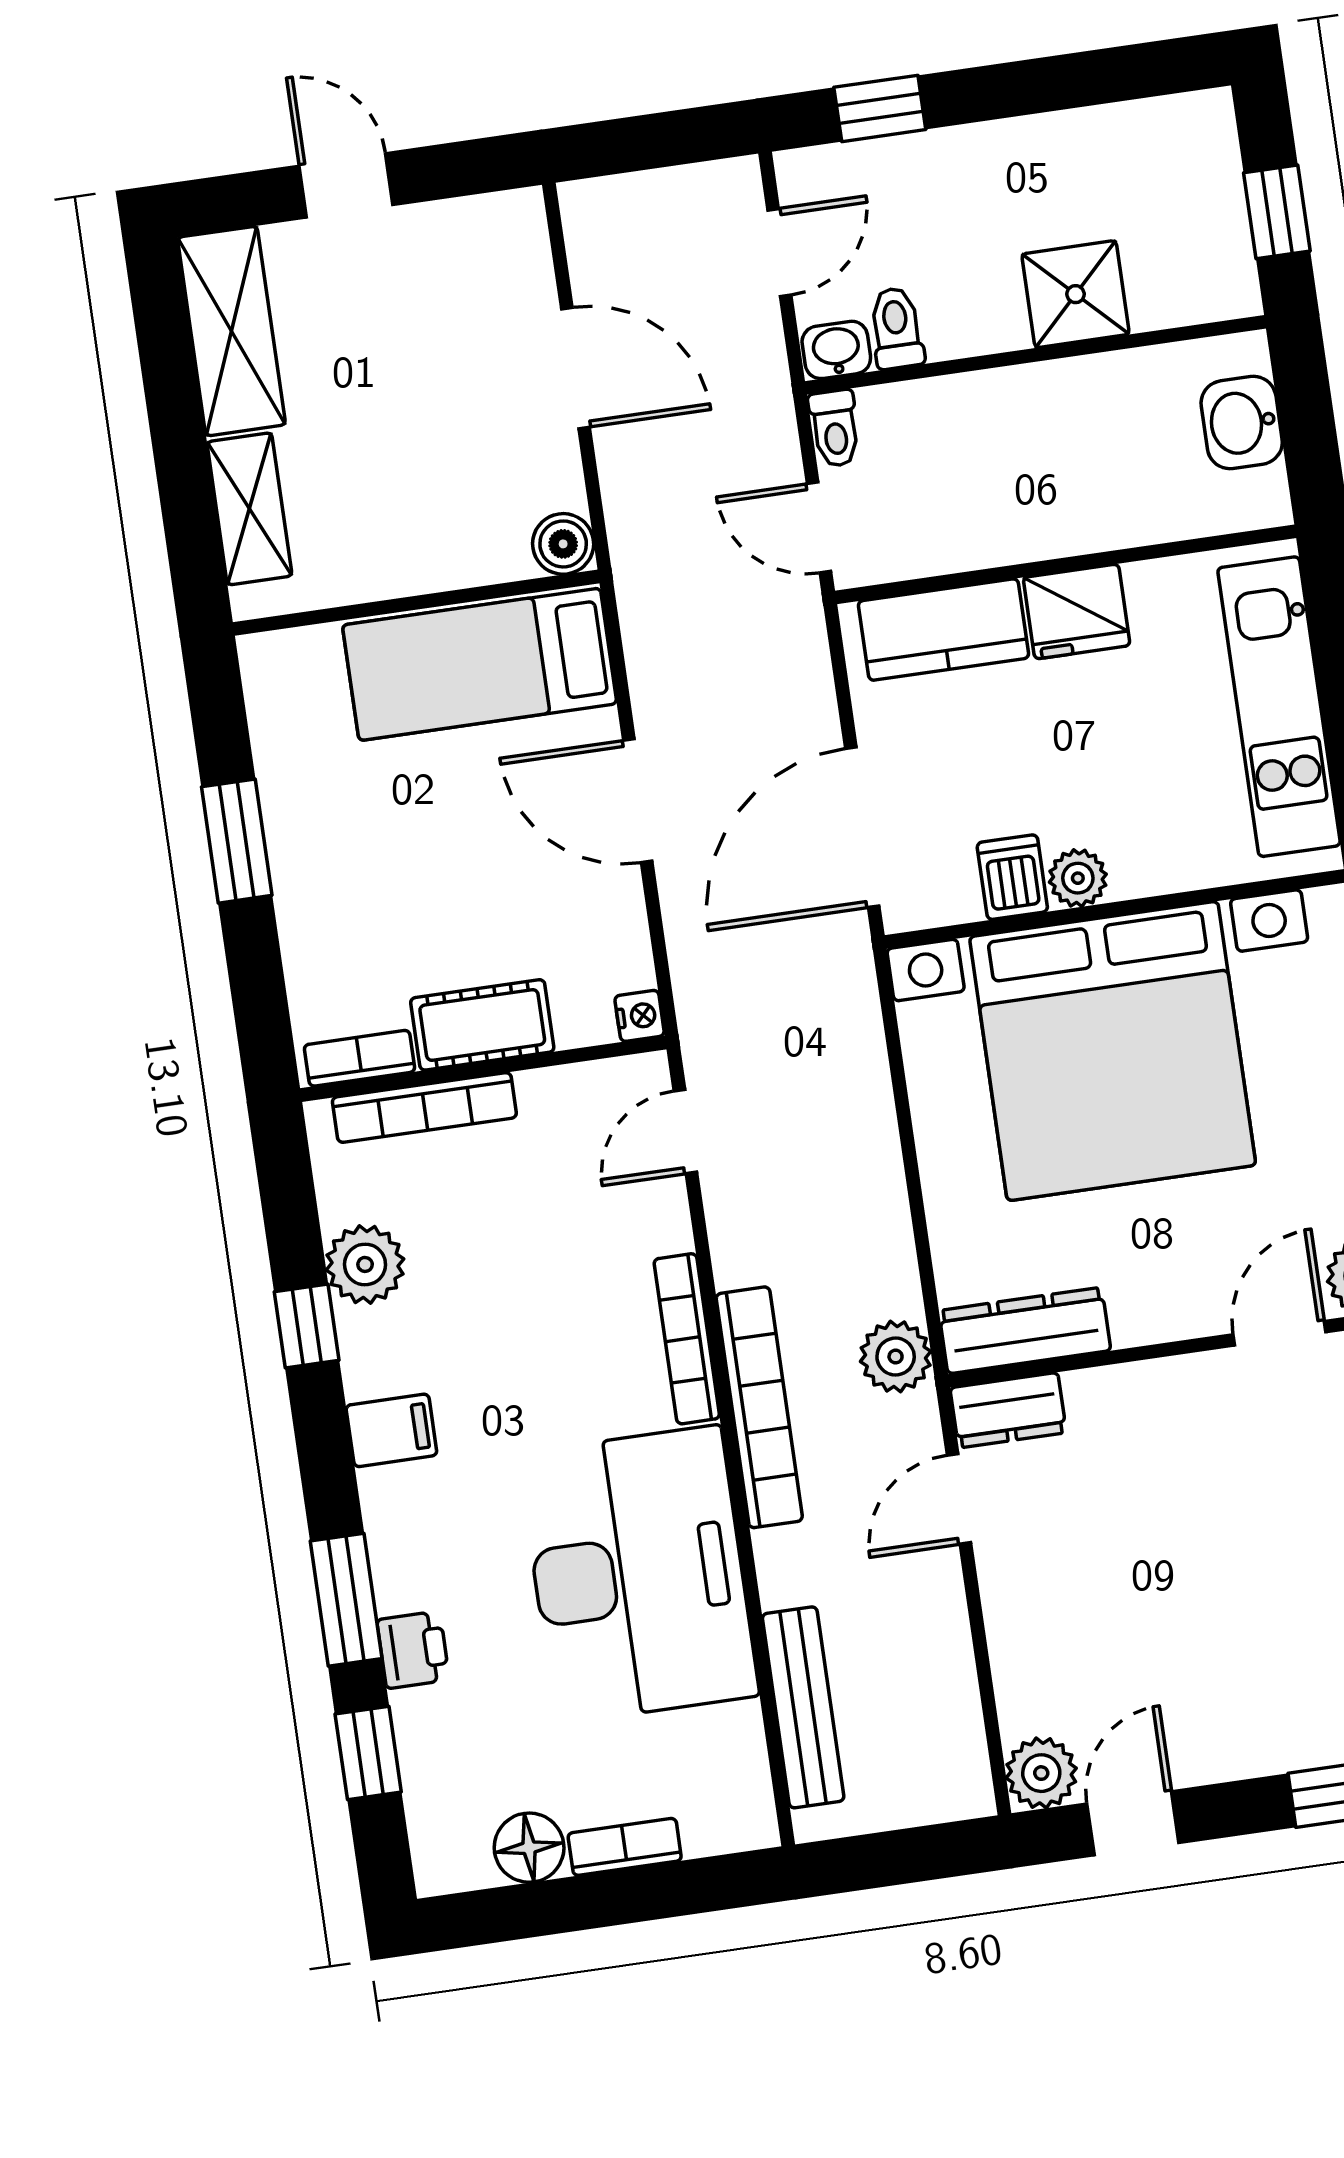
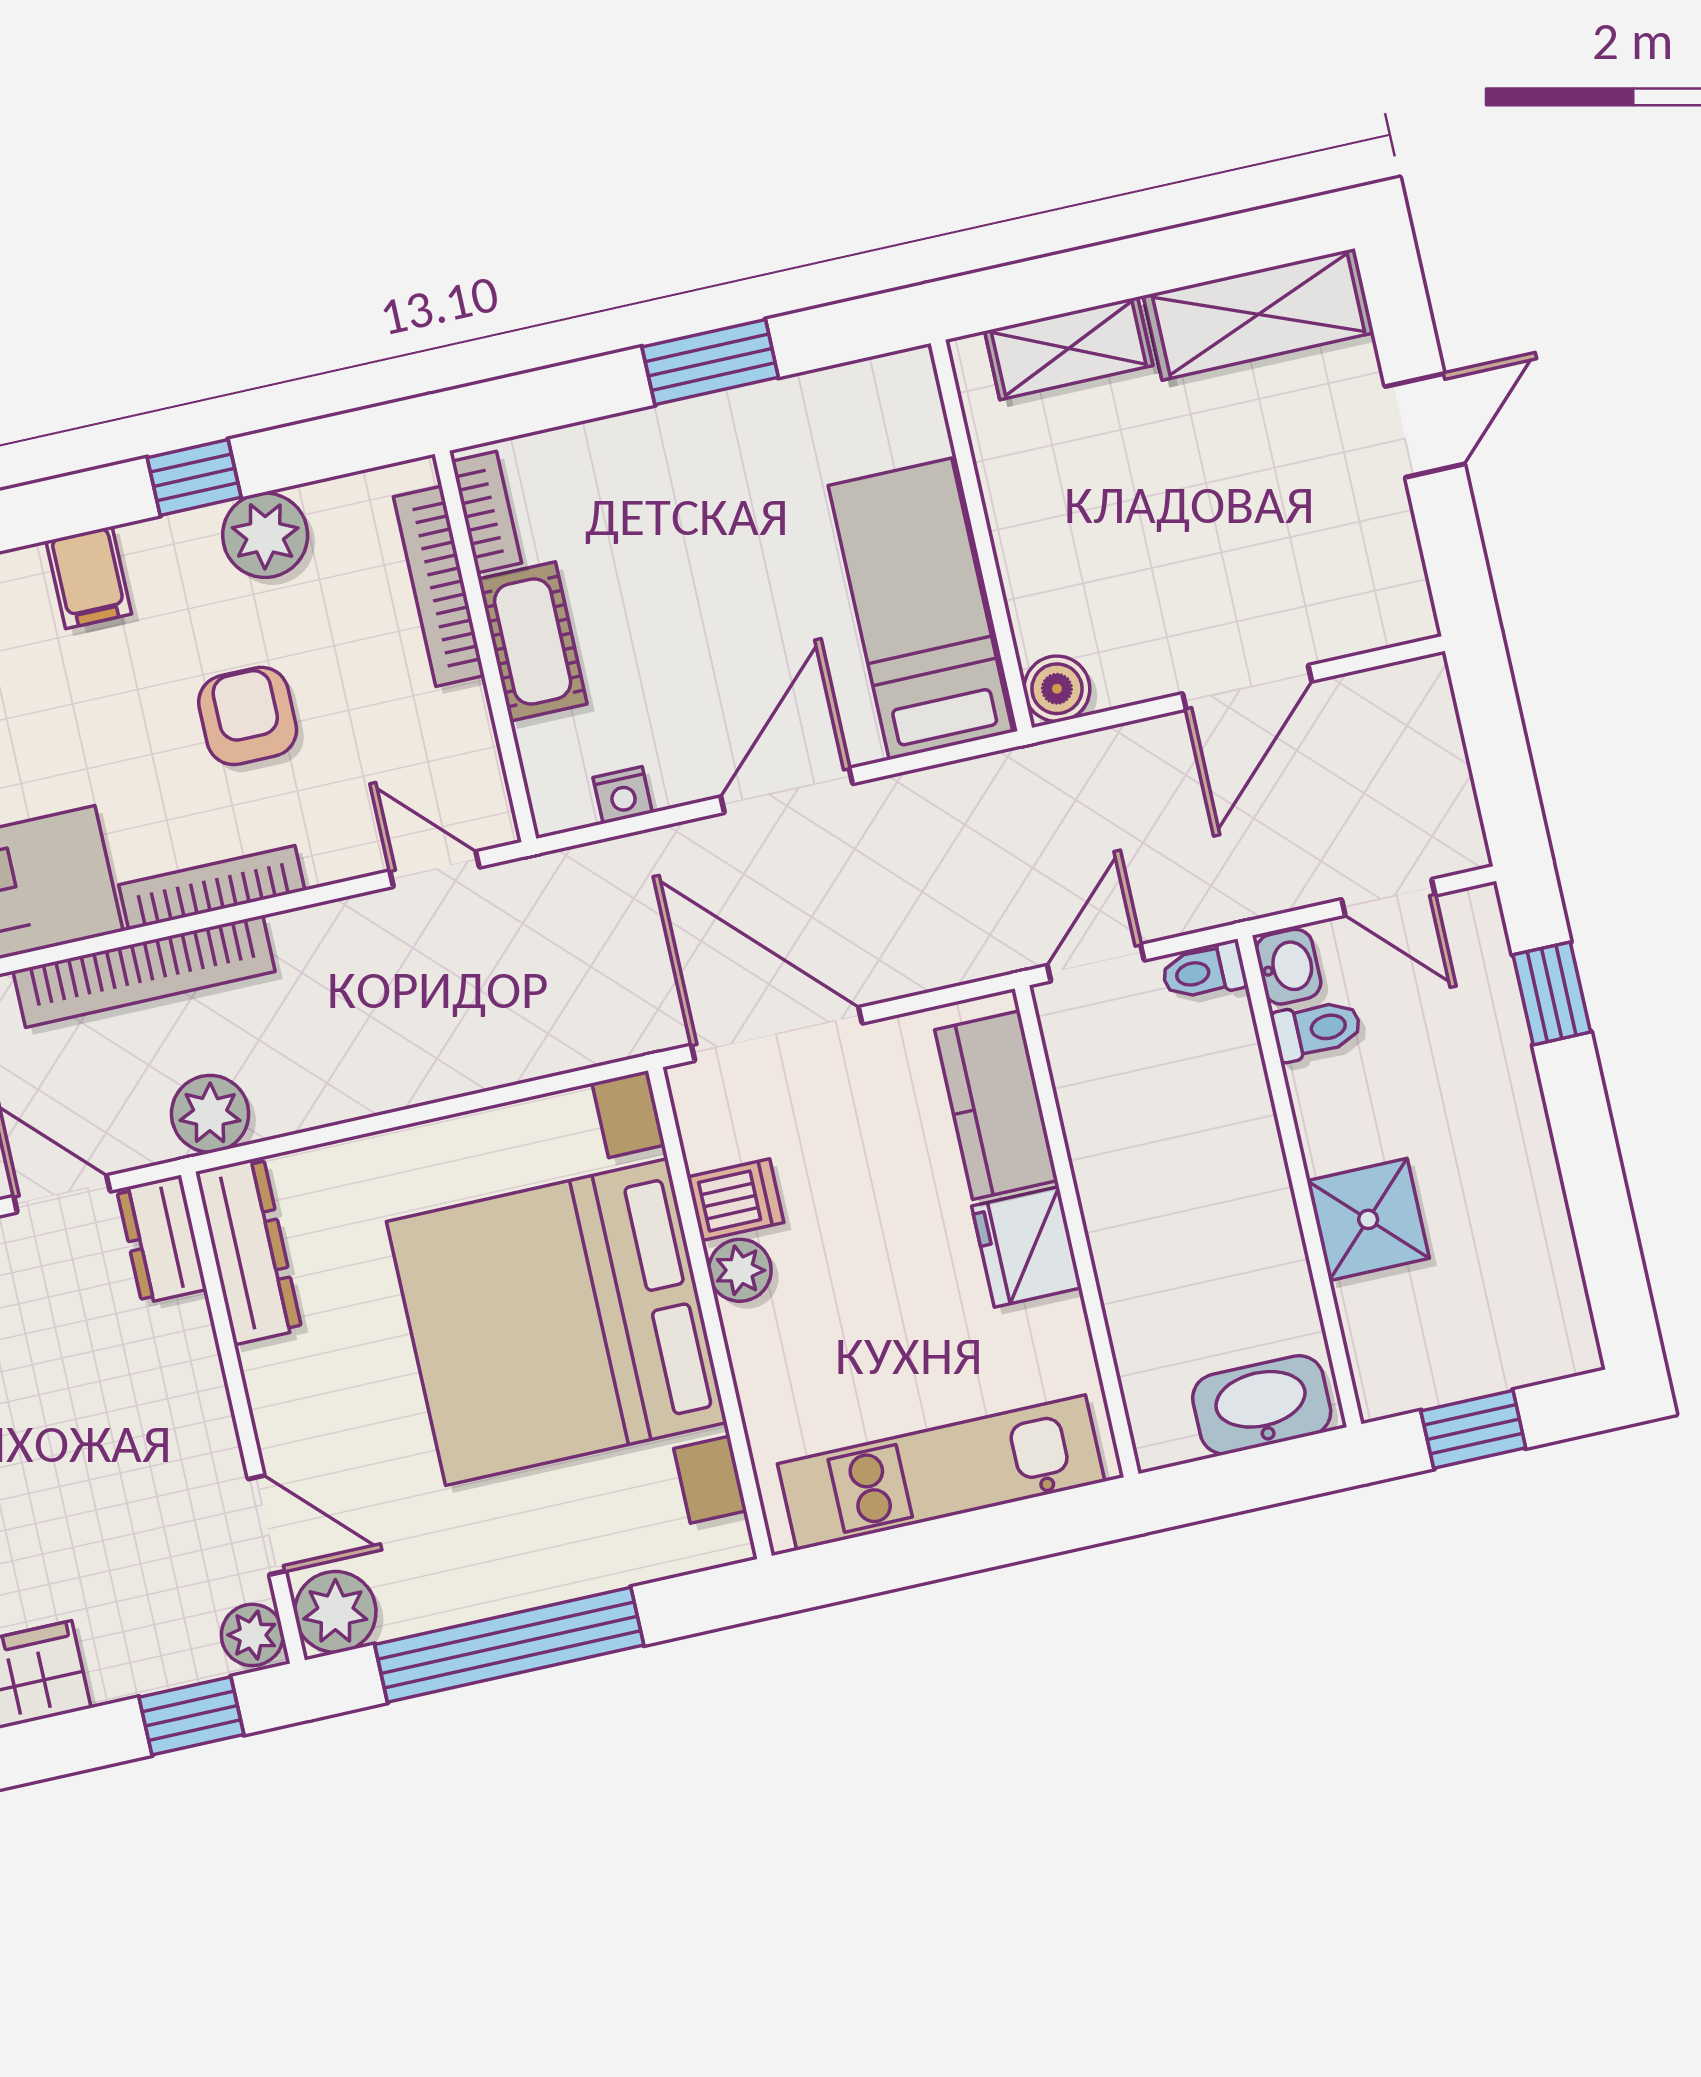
washbasin: (1242, 423) -> (1262, 1405), width x1.38
nightstand: (640, 1016) -> (623, 795), moved
armchair: (531, 1294) -> (248, 716), added

